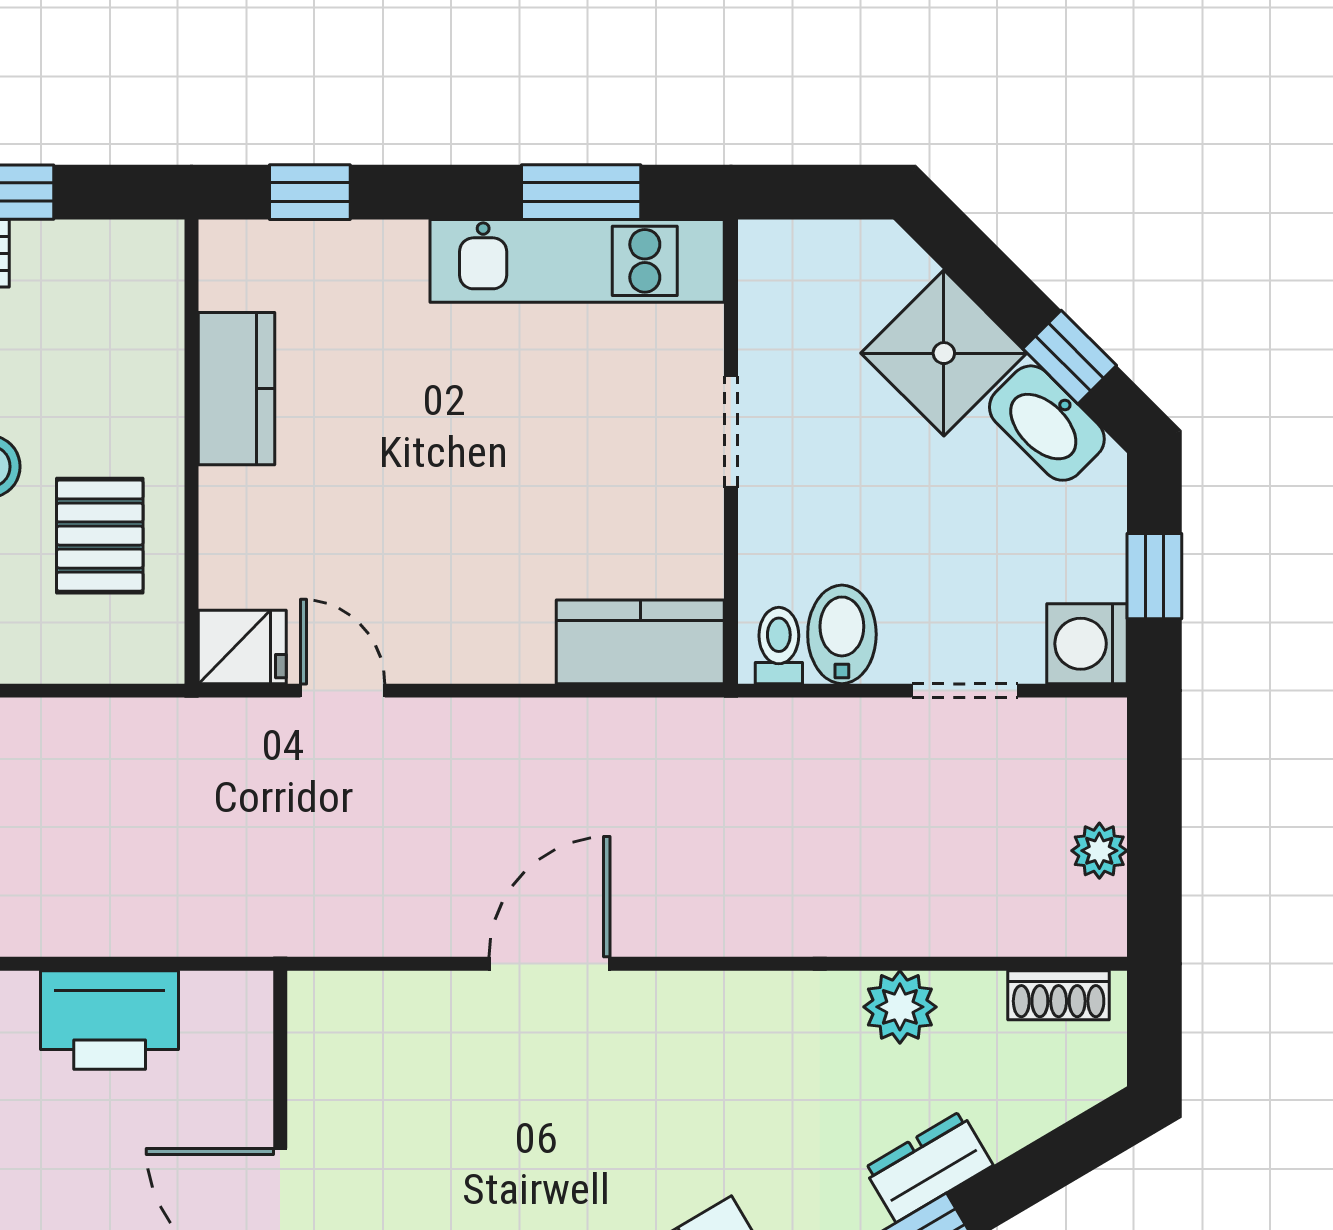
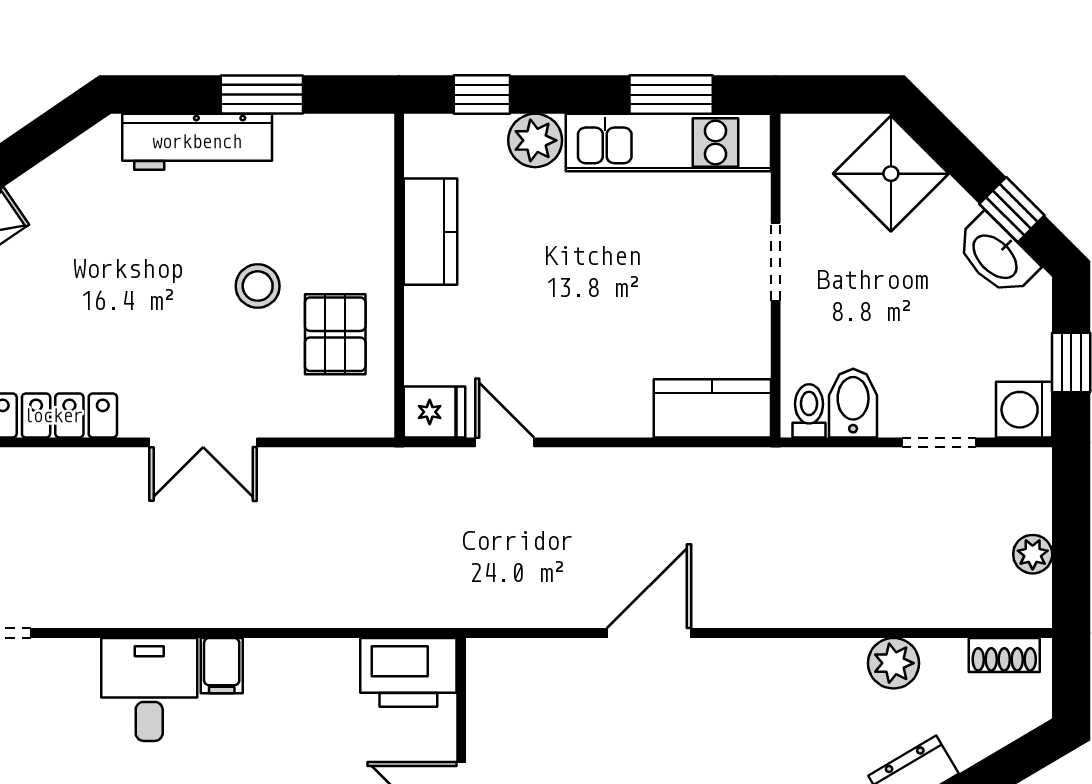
plant: (386, 258) -> (535, 140), added
shower: (944, 353) -> (891, 174), moved
printer: (110, 1020) -> (408, 672), moved

